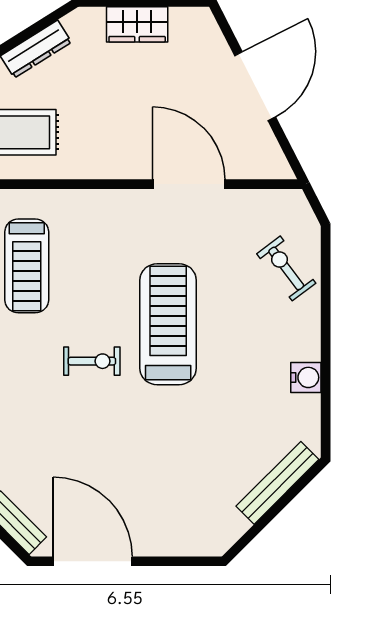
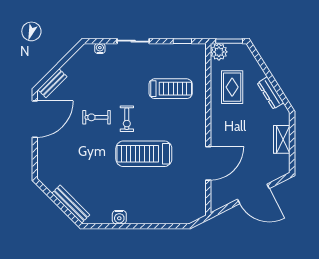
treadmill: (27, 266) -> (171, 89), turned 180
exercise bike: (286, 268) -> (97, 117), moved, turned -143
treadmill: (168, 324) -> (144, 154), turned 180

